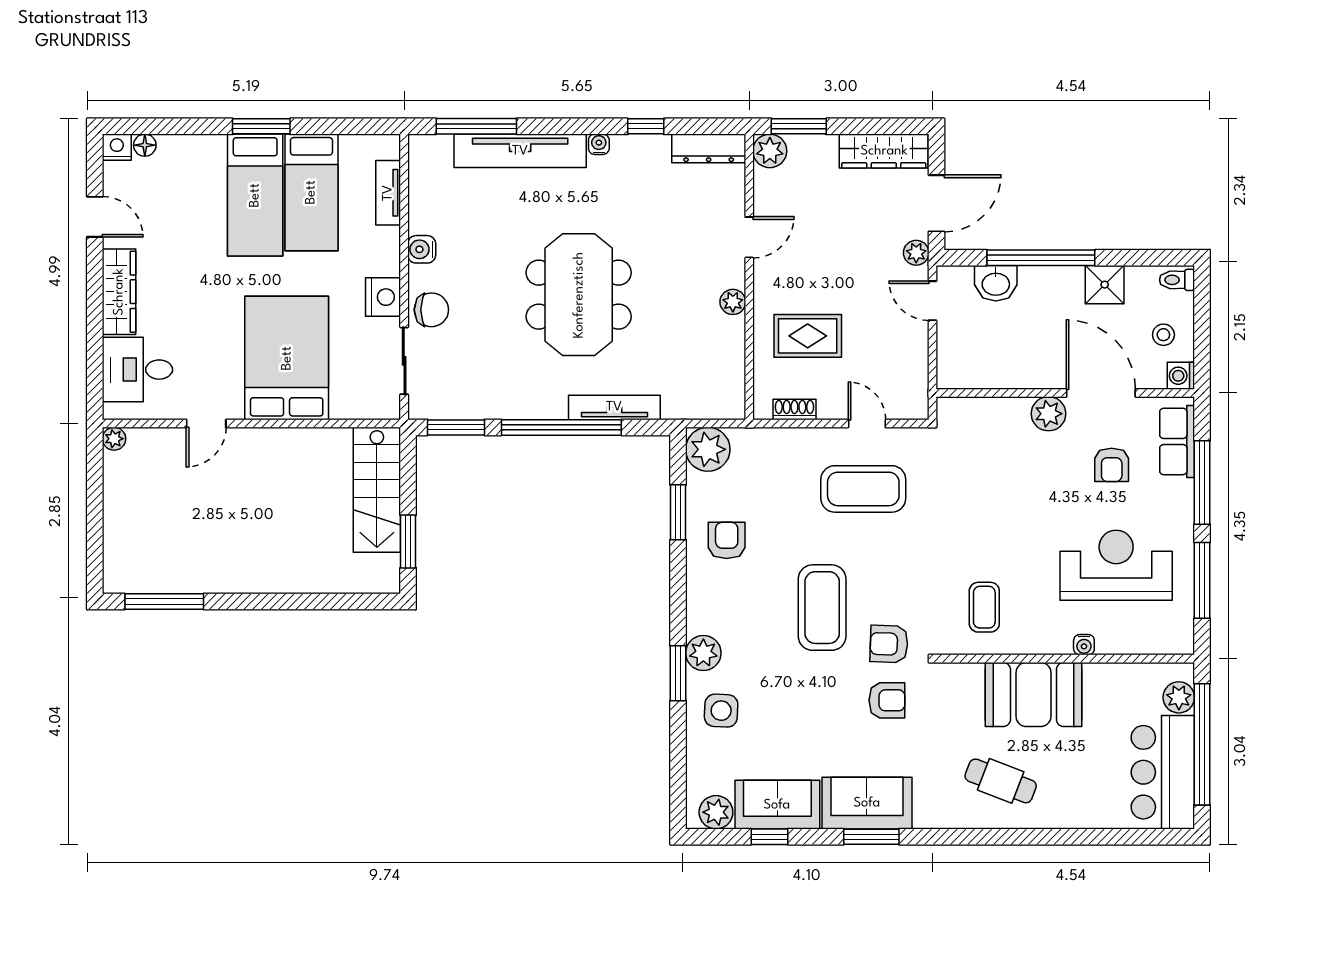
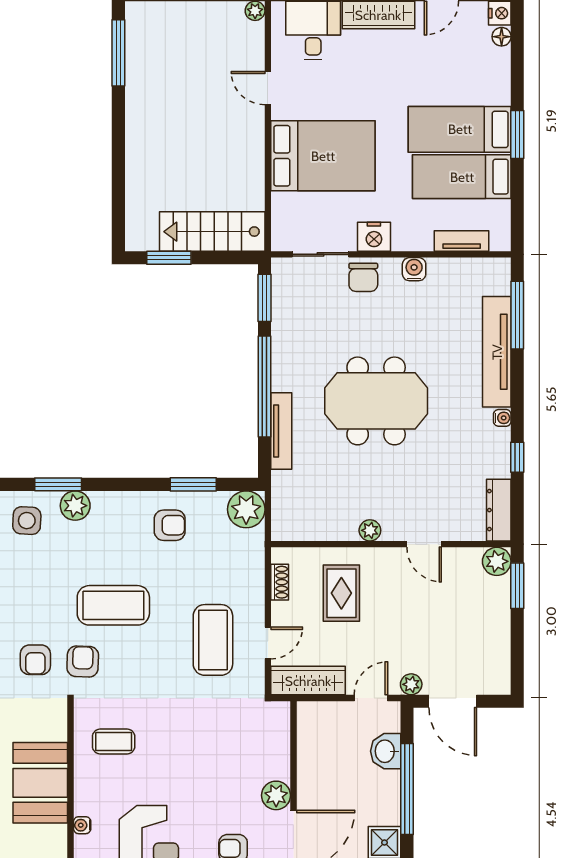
wardrobe: (884, 151) -> (308, 681), moved, turned 90

